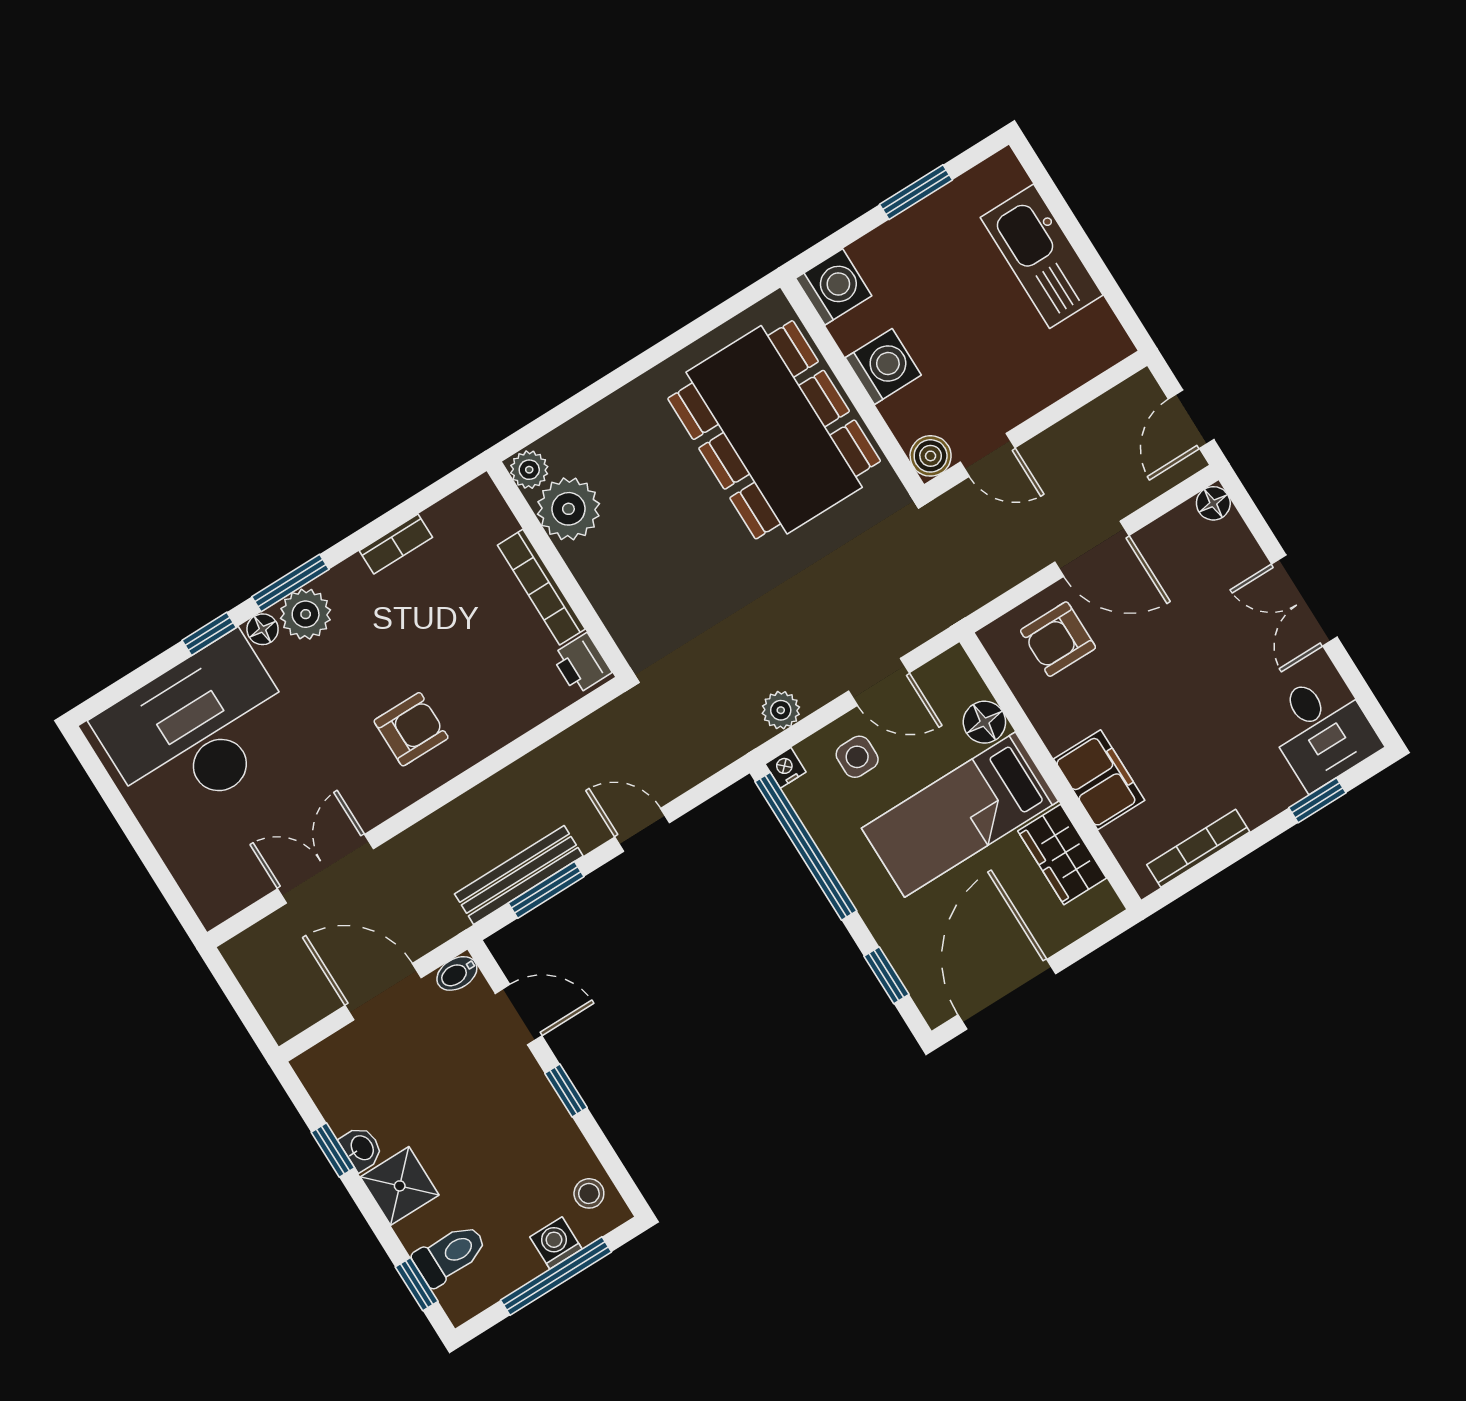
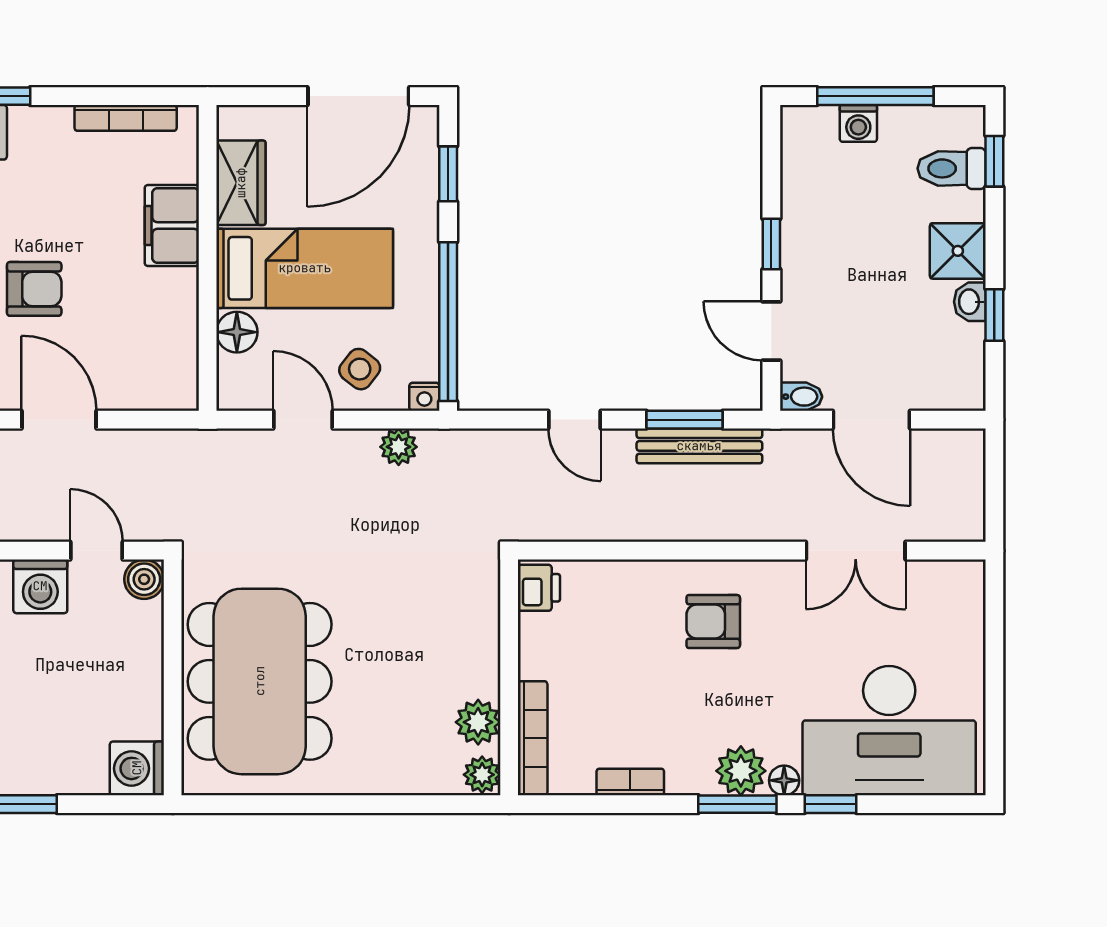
washing machine: (883, 366) -> (40, 586), moved, turned -90
plant: (568, 509) -> (478, 722), width x0.73, depth x0.73
bookcase: (541, 587) -> (533, 738), moved
armchair: (1058, 639) -> (34, 289), moved
side table: (857, 757) -> (360, 369), turned 38
stool: (589, 1193) -> (806, 147), removed

